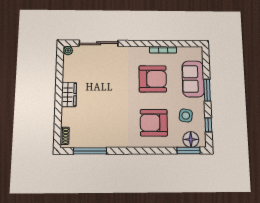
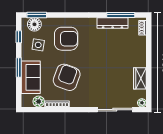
plant: (184, 53) -> (39, 101), added
armchair: (153, 79) -> (67, 77), turned 110
wardrobe: (69, 95) -> (140, 78), moved
dresser: (100, 141) -> (113, 23), added

